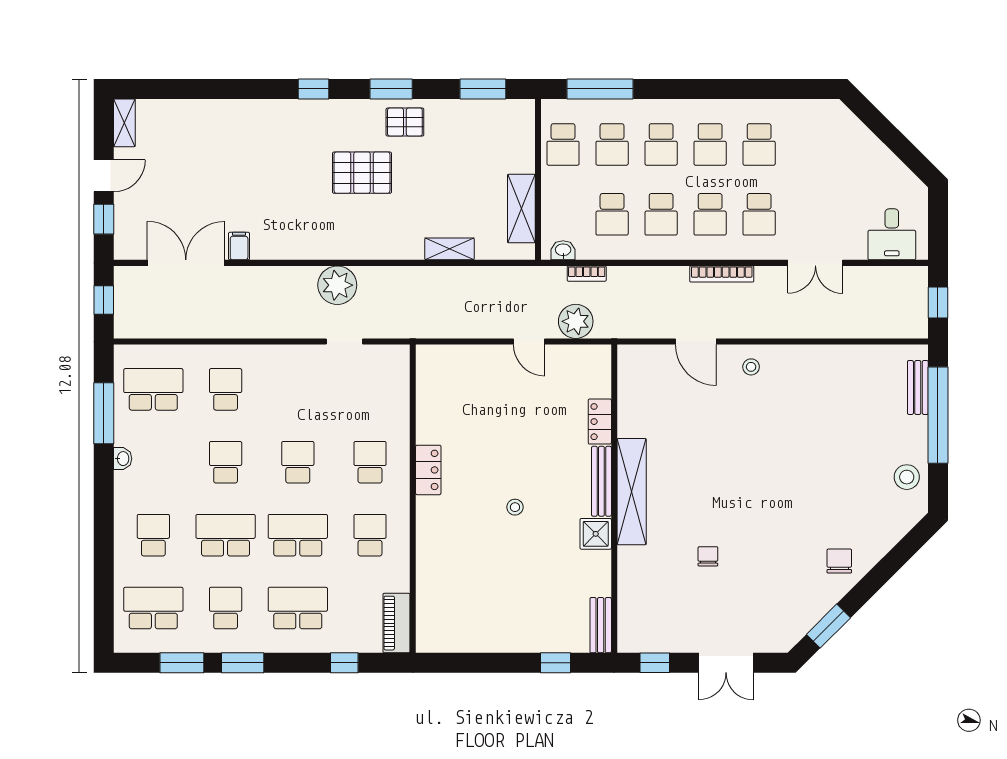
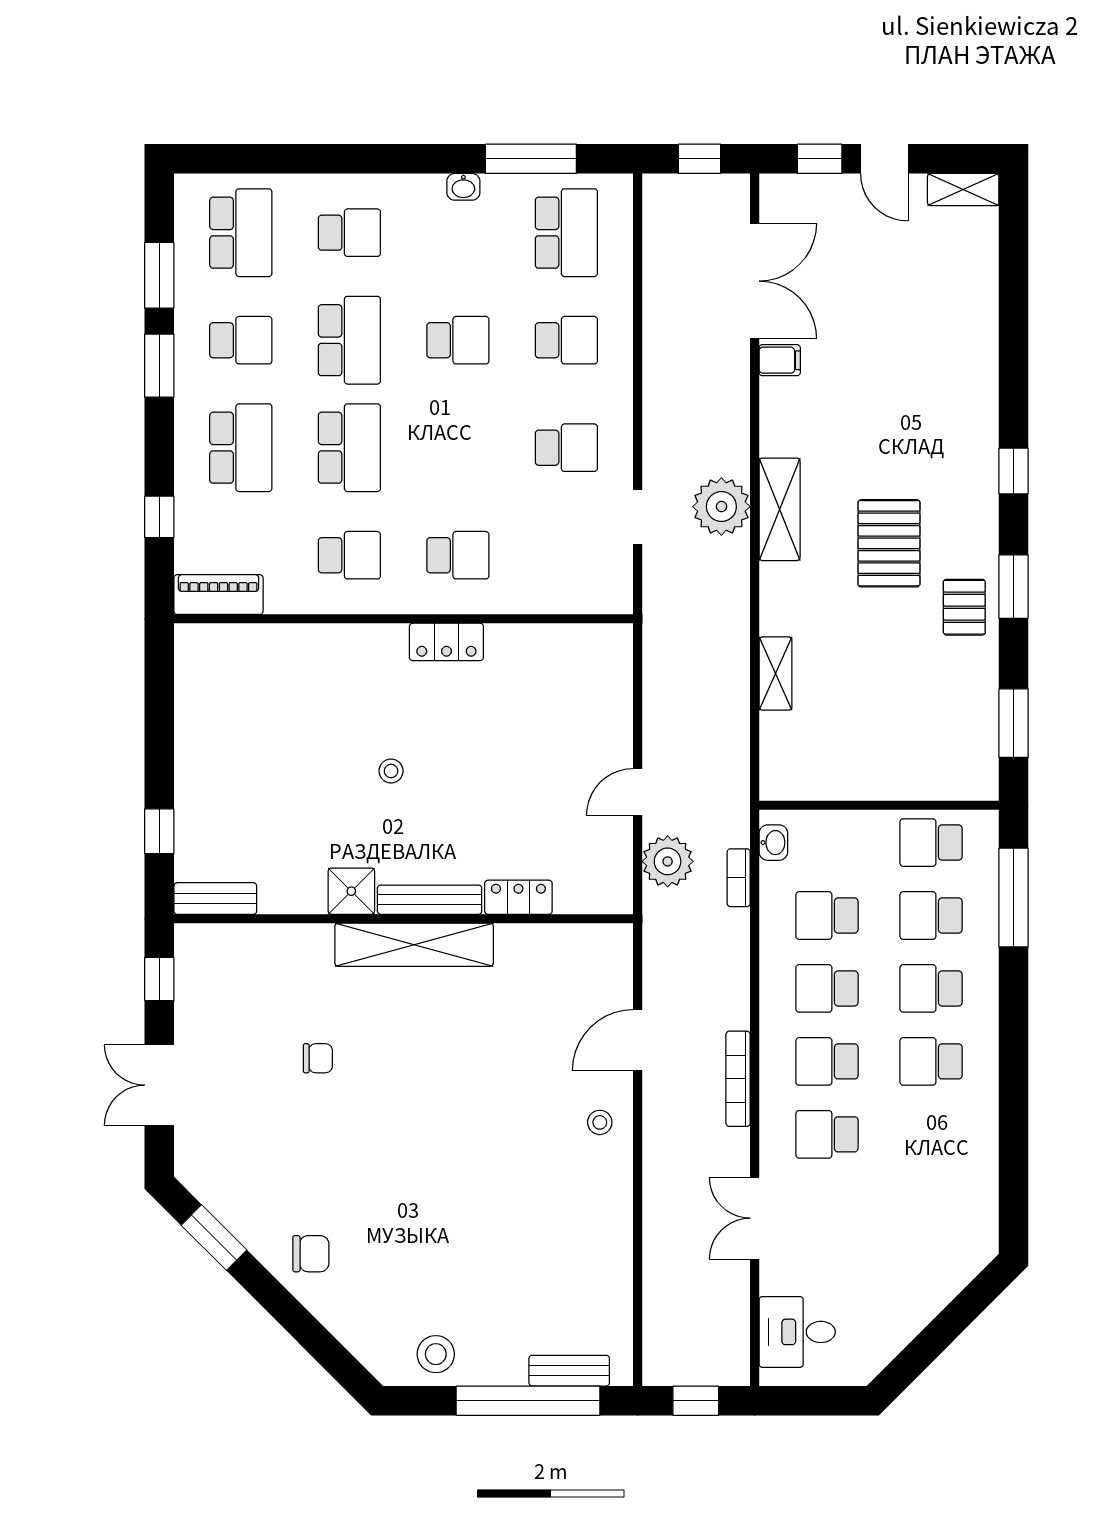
school desk: (759, 144) -> (931, 1134), removed
shelving: (521, 209) -> (780, 509), moved, turned 90
school desk: (298, 462) -> (566, 448), moved

